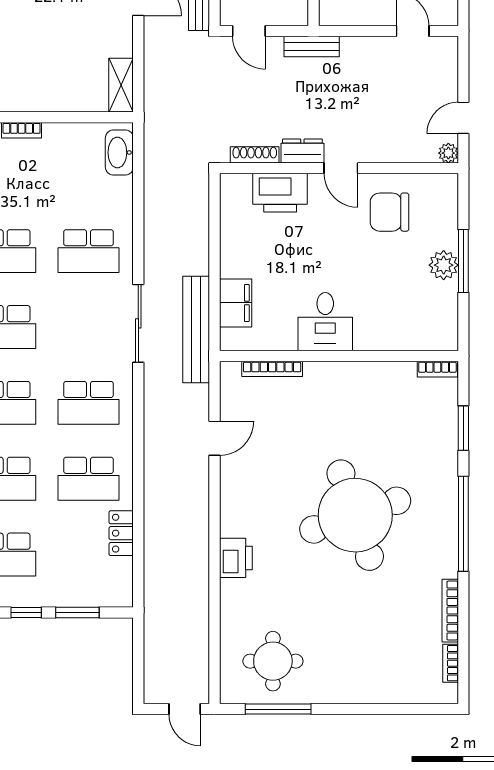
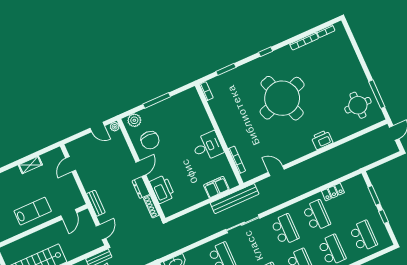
plant: (444, 265) -> (134, 120), moved
window: (463, 524) -> (266, 52), width x0.32

